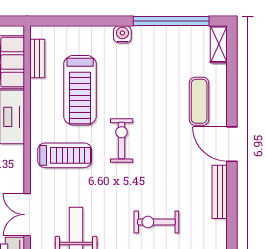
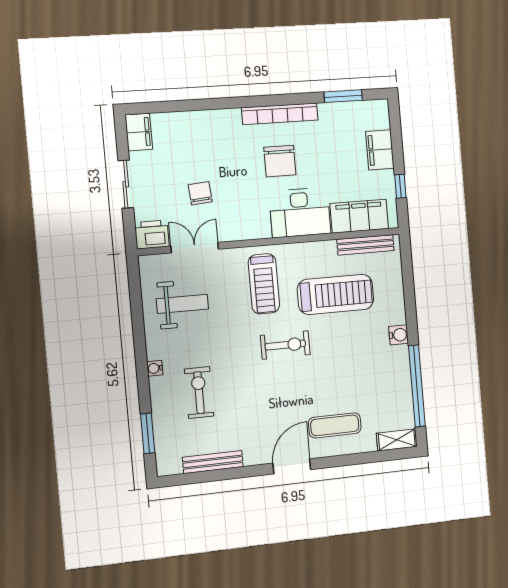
bench: (37, 59) -> (365, 245), width x1.36
treadmill: (80, 90) -> (336, 294), turned 180
bench: (220, 192) -> (213, 462), moved

